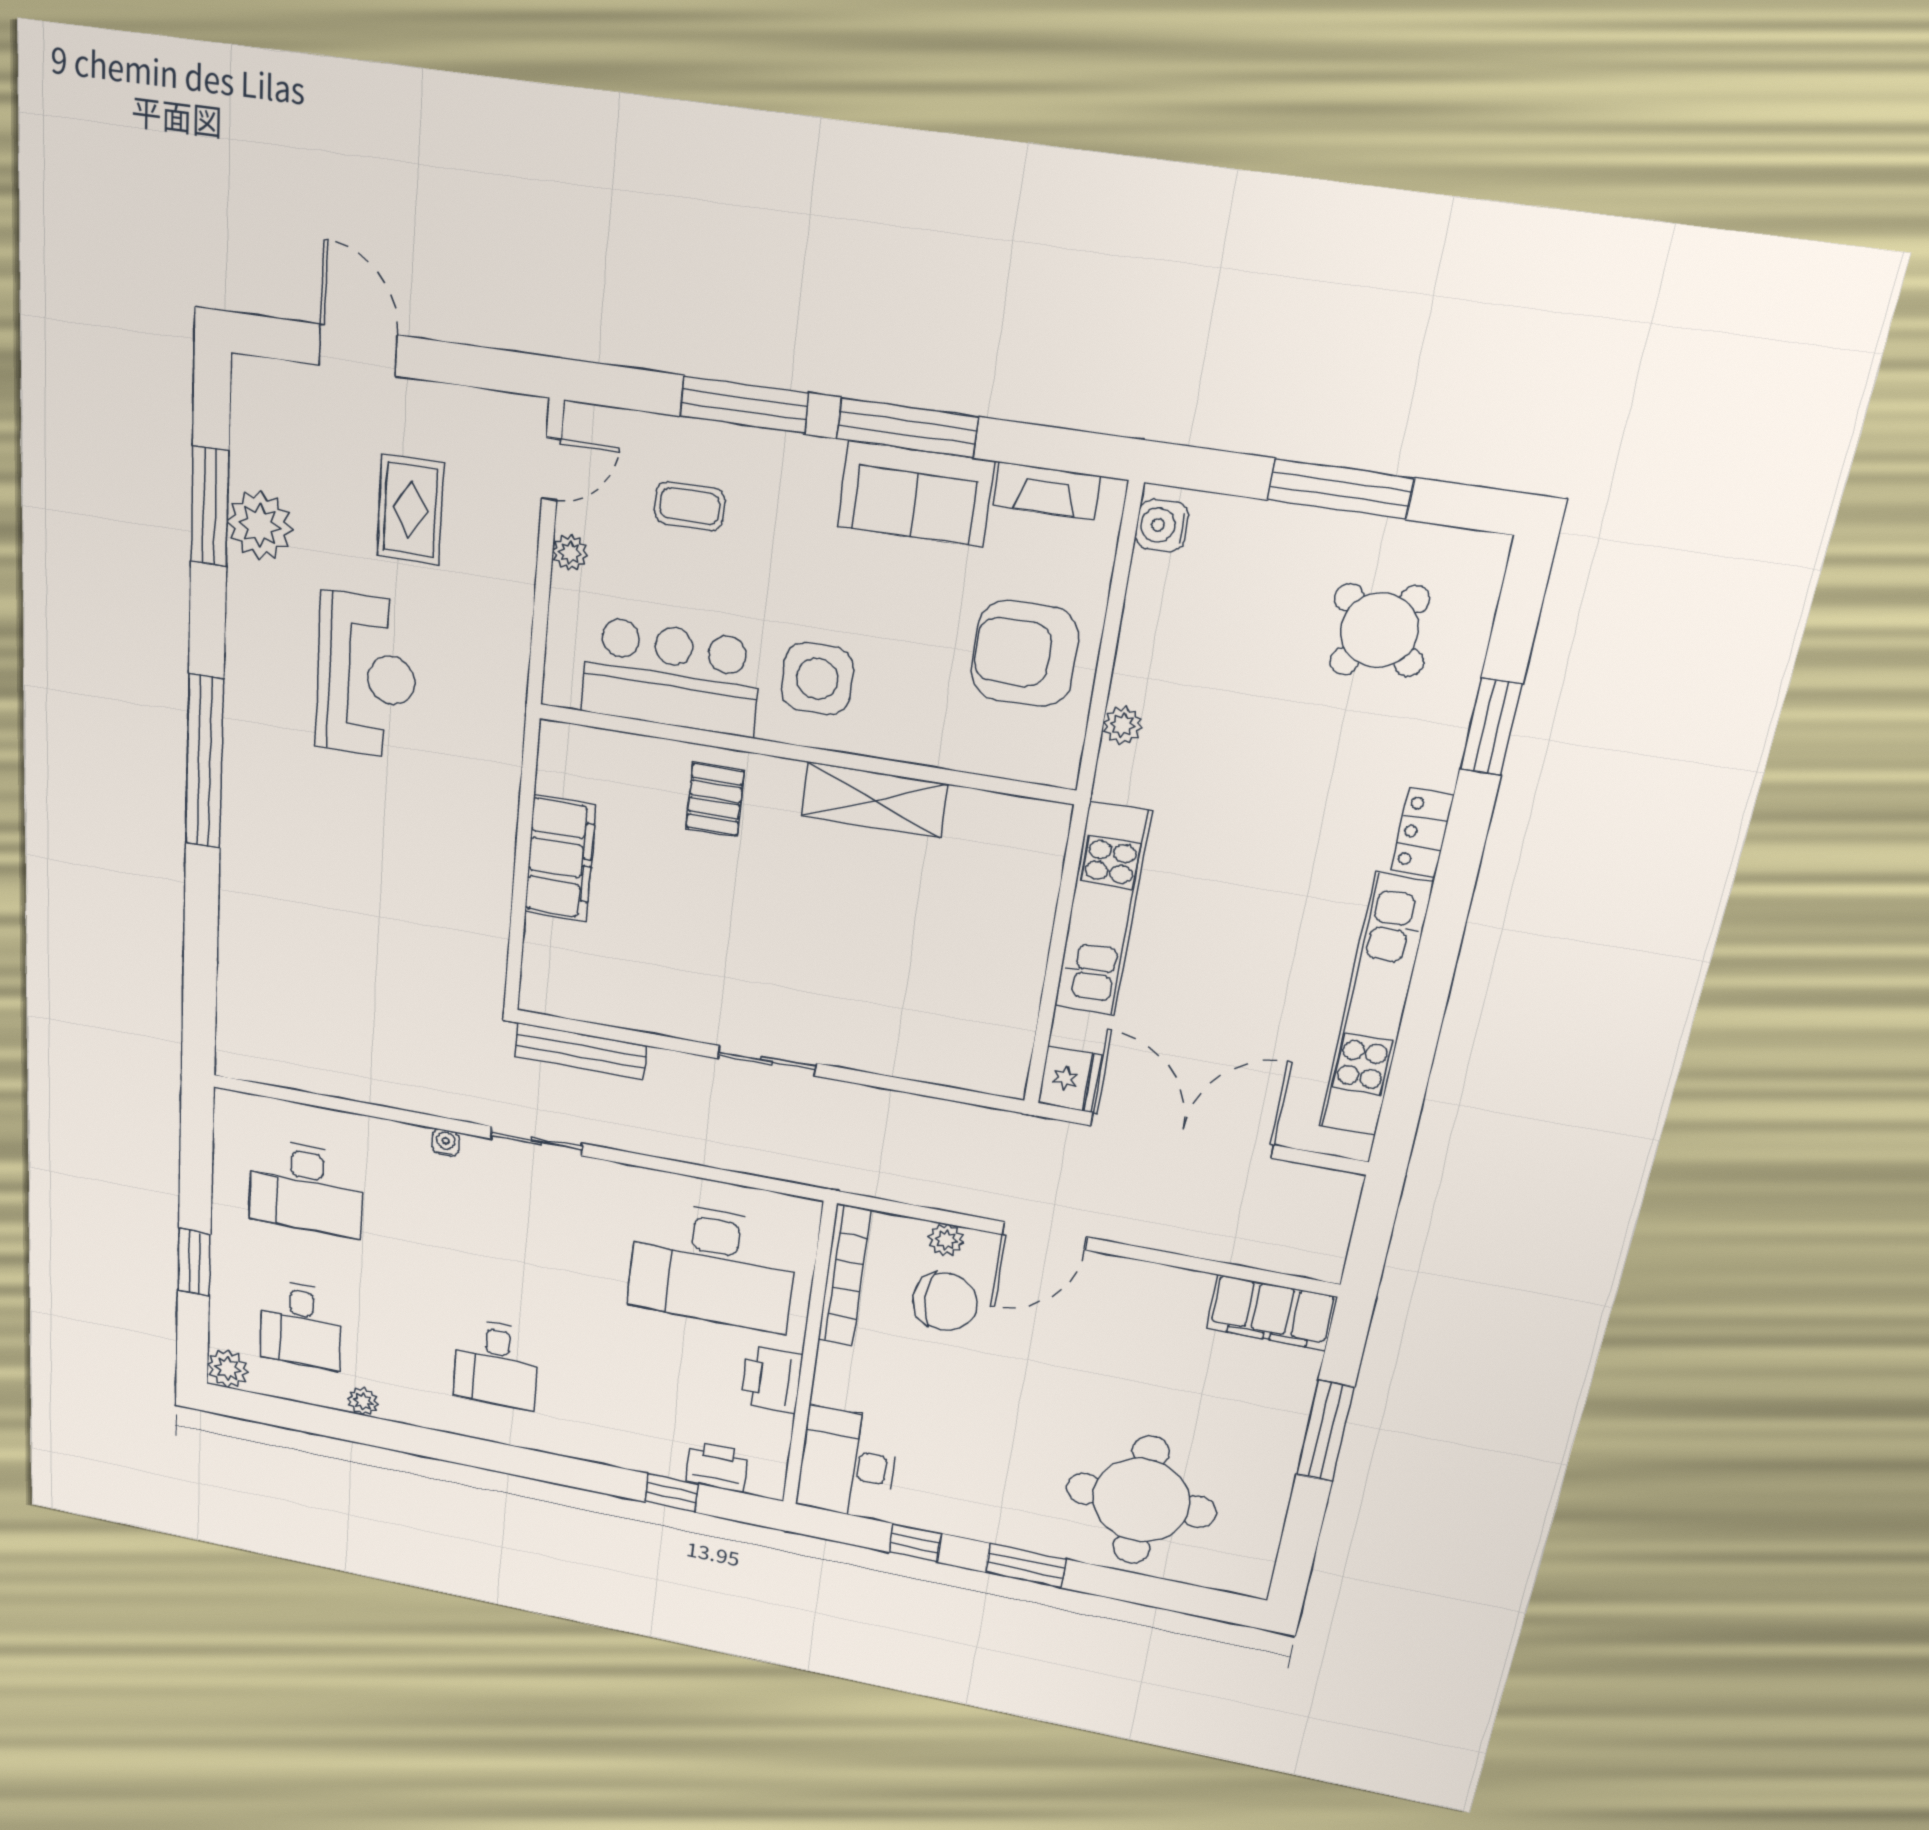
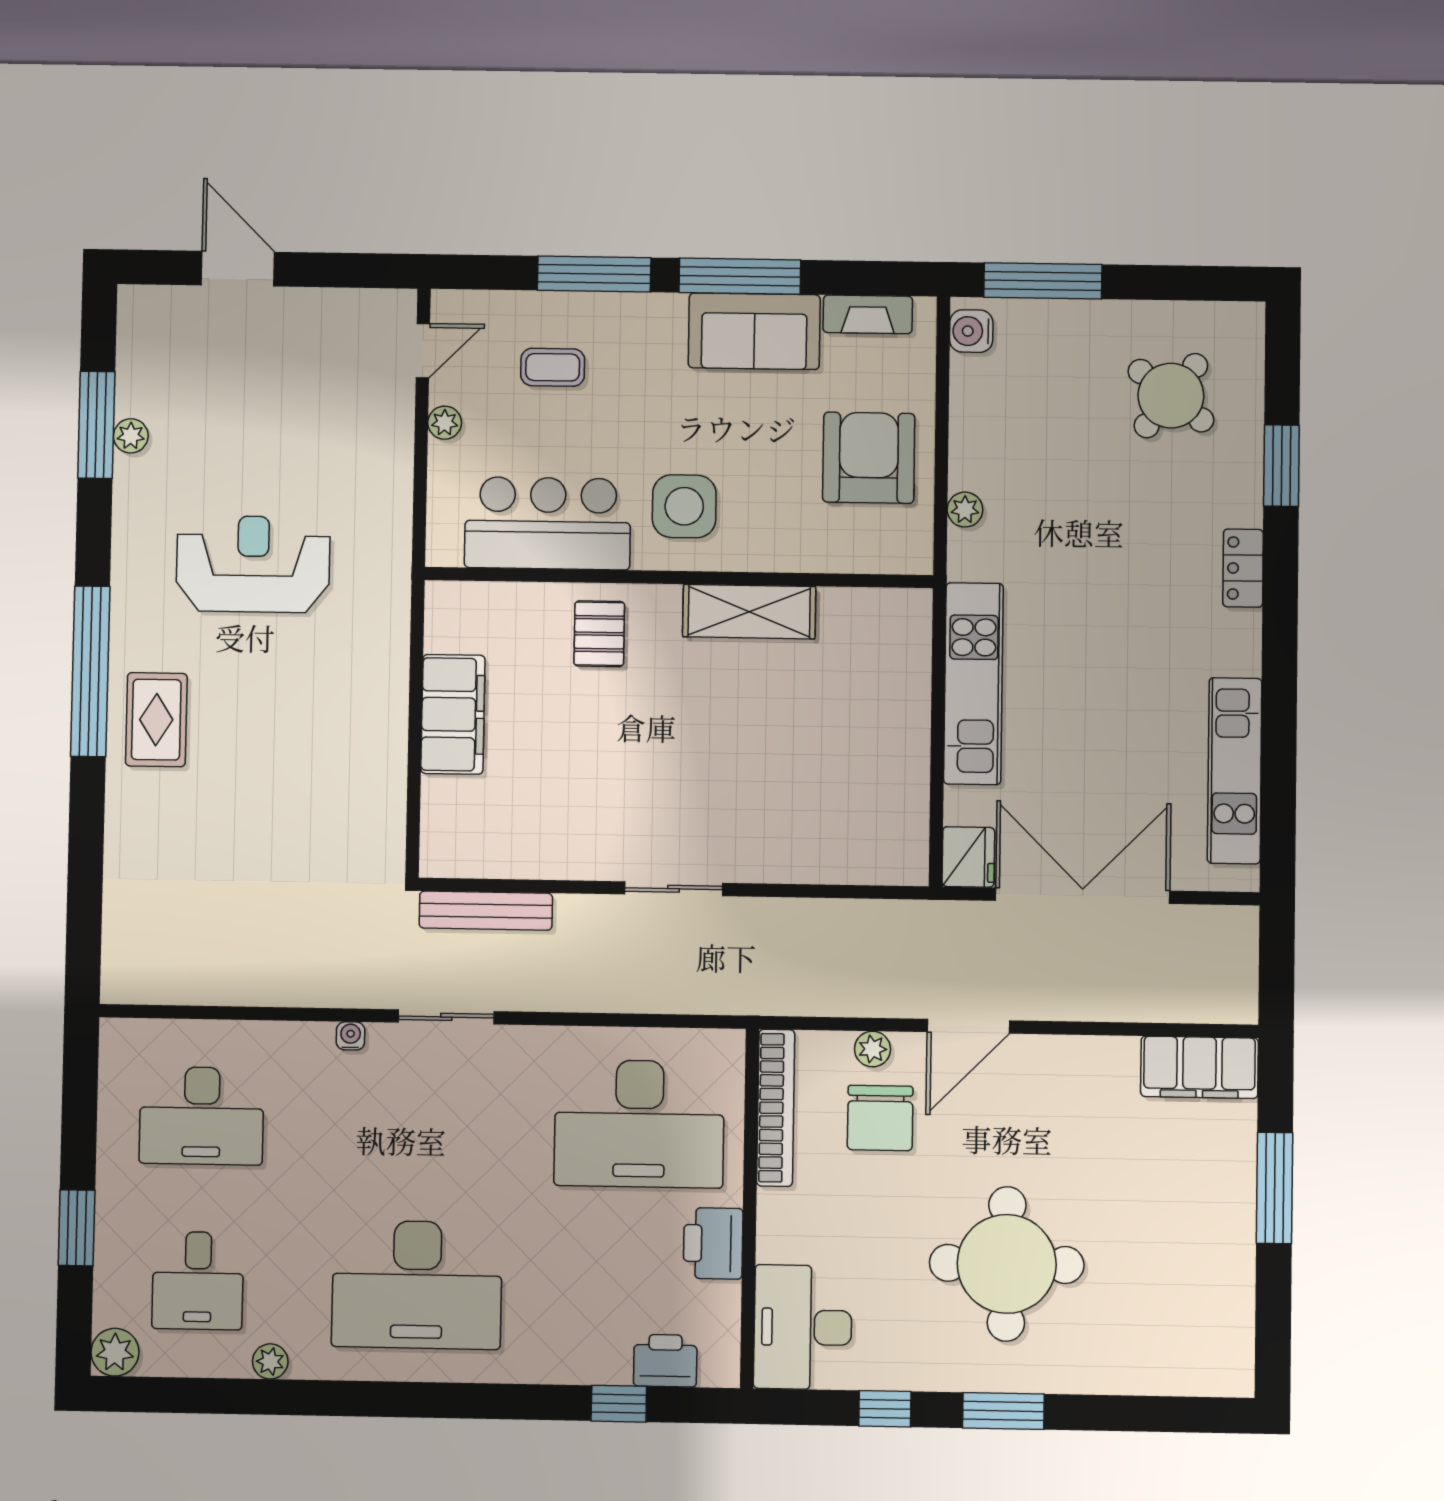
window: (1340, 489) -> (1043, 281), moved
rug: (410, 510) -> (156, 720), moved
plant: (260, 525) -> (131, 436), width x0.53, depth x0.53
armchair: (1025, 654) -> (869, 458), turned 90
reception desk: (366, 676) -> (253, 564), turned -90
kitchen unit: (1375, 1007) -> (1235, 771), width x0.73
chair: (945, 1302) -> (880, 1118), turned 90
desk: (496, 1364) -> (417, 1285), width x1.87, depth x1.30
round table: (1141, 1500) -> (1007, 1264), moved

